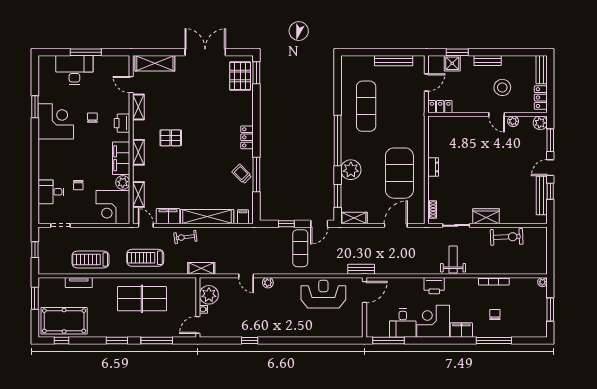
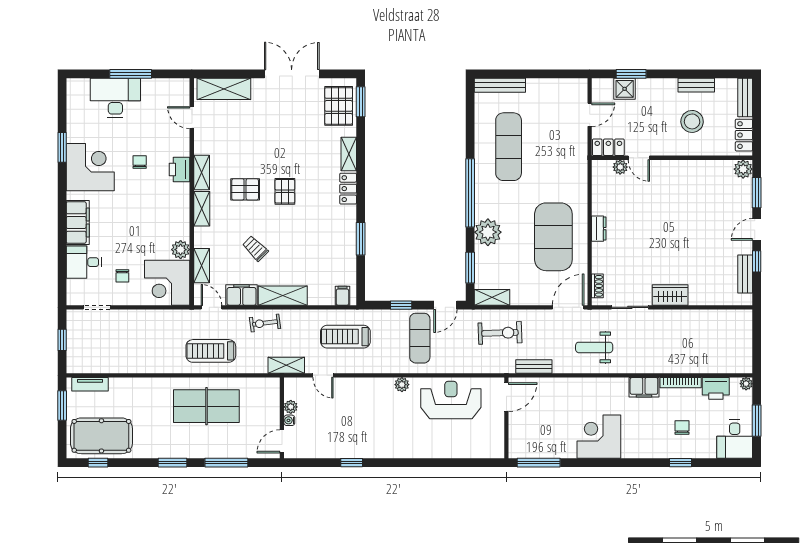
bench: (394, 61) -> (500, 85), moved
bench: (488, 61) -> (696, 85), moved
shelving: (138, 107) -> (202, 173), moved
shelving: (248, 112) -> (349, 154), added
door: (497, 114) -> (639, 158), moved
plant: (513, 121) -> (620, 167), moved
pallet: (200, 139) -> (285, 191), added
filing cabinet: (121, 158) -> (78, 223), moved, turned 180
trolley: (242, 174) -> (255, 248), moved
window: (256, 175) -> (361, 239), width x0.69
chair: (78, 185) -> (122, 276), moved
bench: (542, 196) -> (745, 274), width x0.73
shelving: (207, 217) -> (283, 296), width x0.68
door: (396, 225) -> (568, 307), moved
exercise bike: (507, 237) -> (500, 333), moved
treadmill: (91, 259) -> (345, 337), moved
weight bench: (453, 260) -> (594, 347), moved, turned -90
bench: (361, 269) -> (534, 366), moved
door: (246, 276) -> (323, 375), moved
tv unit: (79, 283) -> (90, 384), moved
plant: (268, 283) -> (402, 385), moved
printer: (434, 286) -> (716, 388), moved
plant: (209, 295) -> (291, 407), width x0.53, depth x0.53
desk: (403, 323) -> (735, 439), moved
filing cabinet: (461, 330) -> (644, 387), moved, turned 180
window: (494, 341) -> (681, 463), width x0.46

